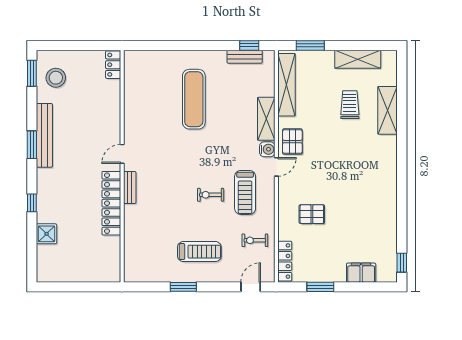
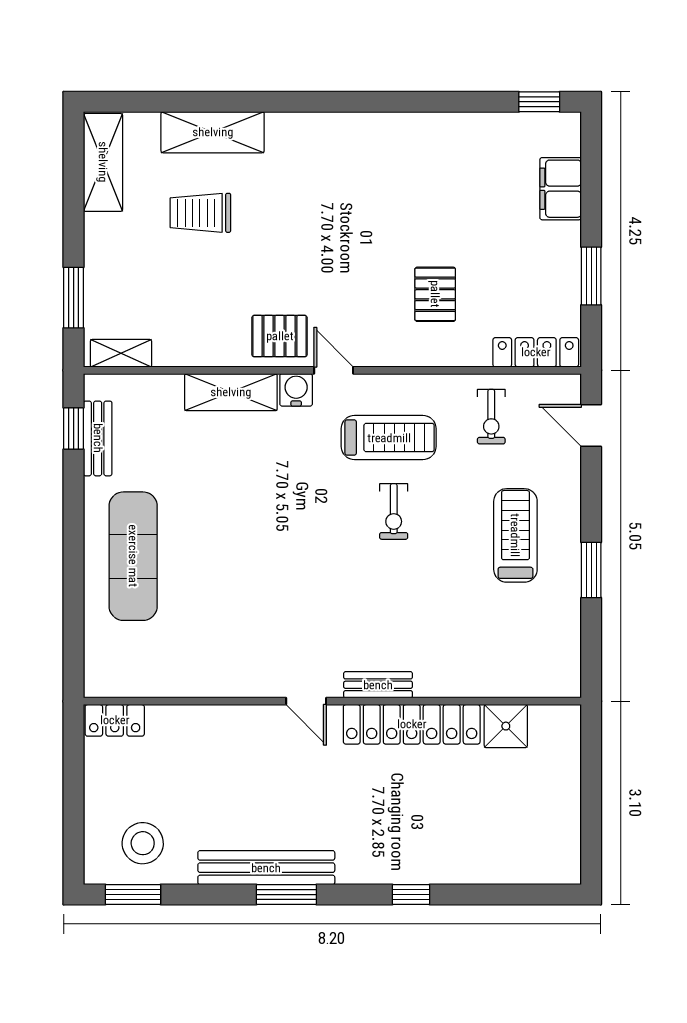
shelving: (358, 59) -> (103, 162), moved
shelving: (286, 85) -> (121, 353), width x0.45, depth x0.75
exercise mat: (194, 99) -> (133, 556), moved, turned 90
shower: (47, 234) -> (506, 726), moved

